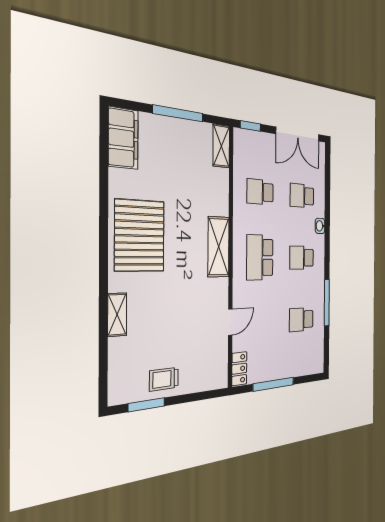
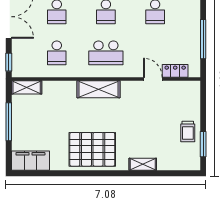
locker: (239, 369) -> (175, 71), moved

